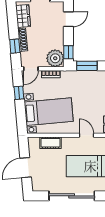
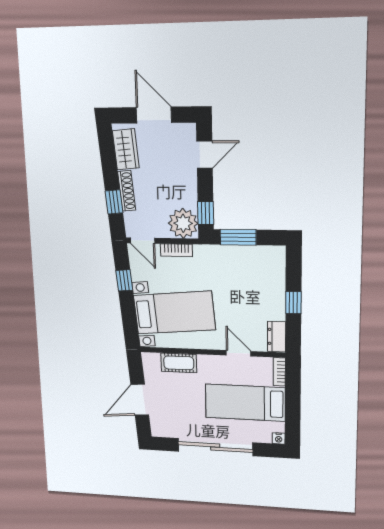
door: (31, 69) -> (143, 241), hinge flipped

